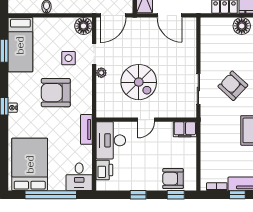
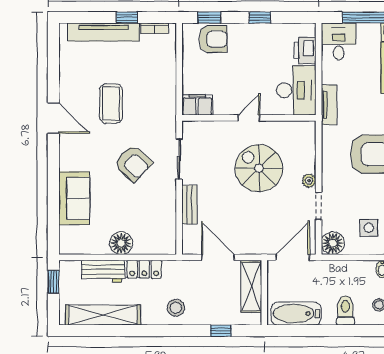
bench: (191, 55) -> (189, 205), added
side table: (68, 58) -> (369, 228), moved

